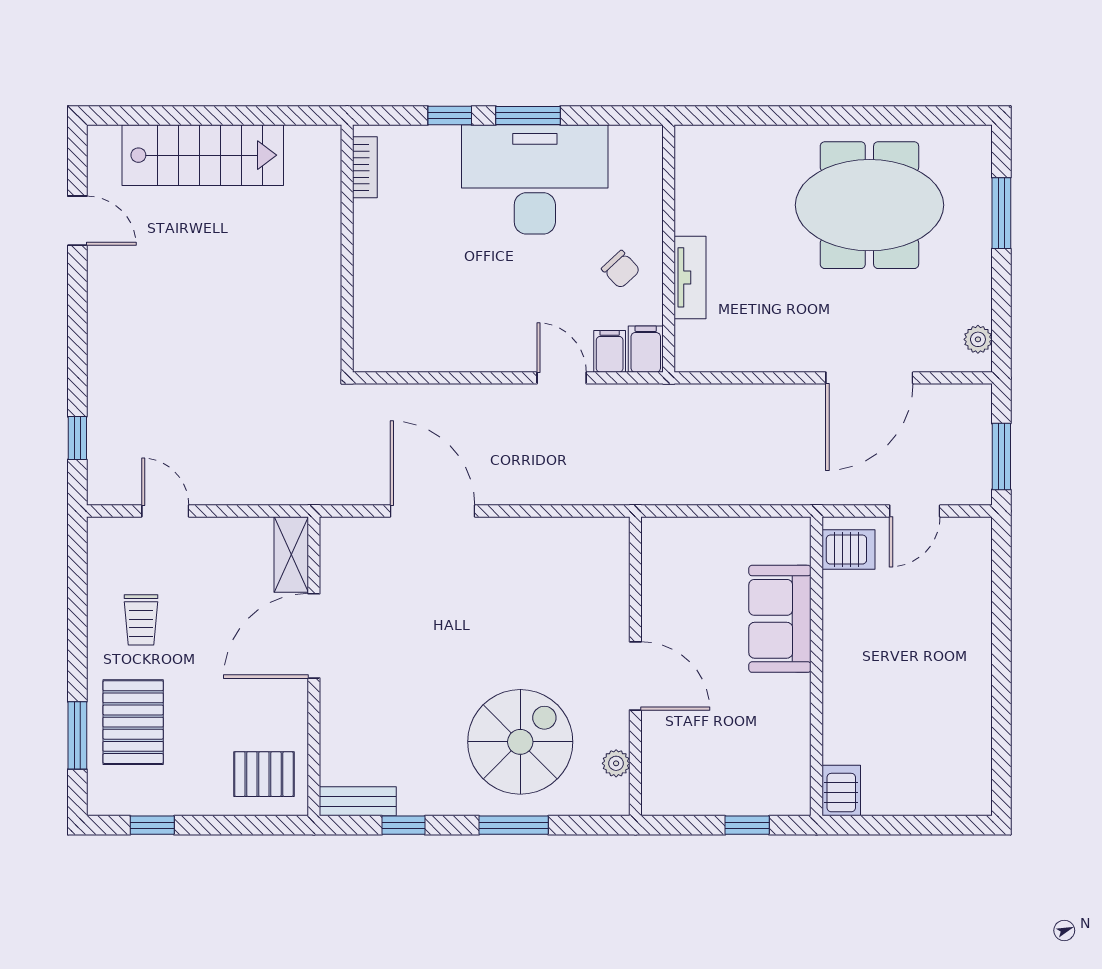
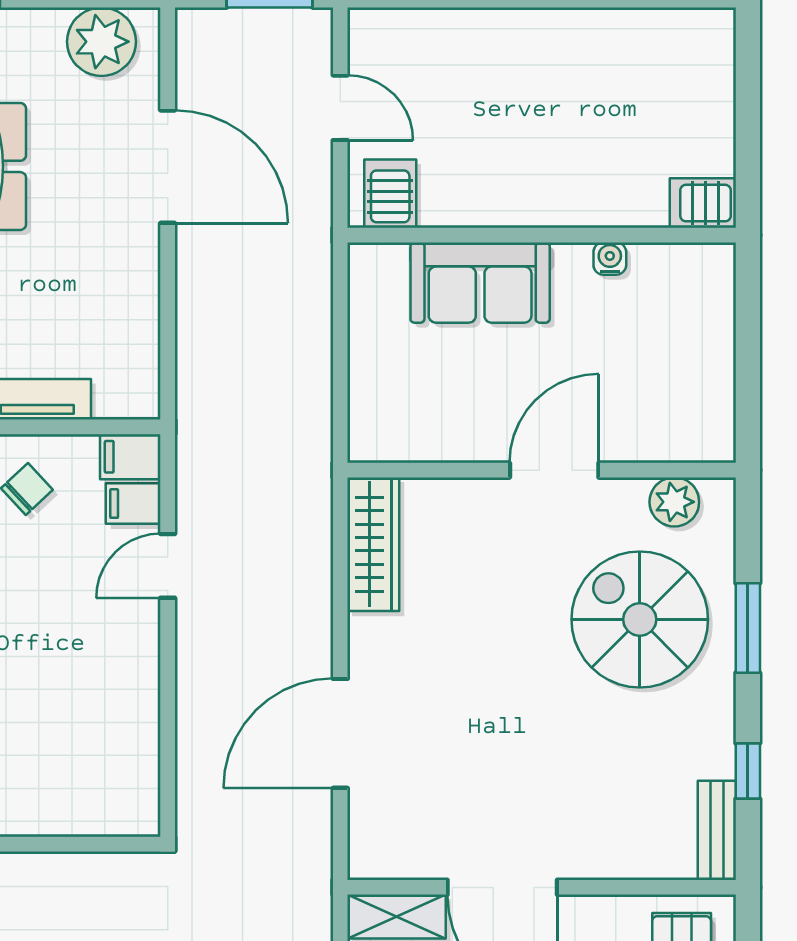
plant: (978, 339) -> (102, 42), width x1.87, depth x1.87
wardrobe: (578, 536) -> (373, 544), added
water cooler: (798, 719) -> (610, 259), added
plant: (616, 763) -> (674, 502), width x1.38, depth x1.38
window: (747, 825) -> (748, 325), removed

